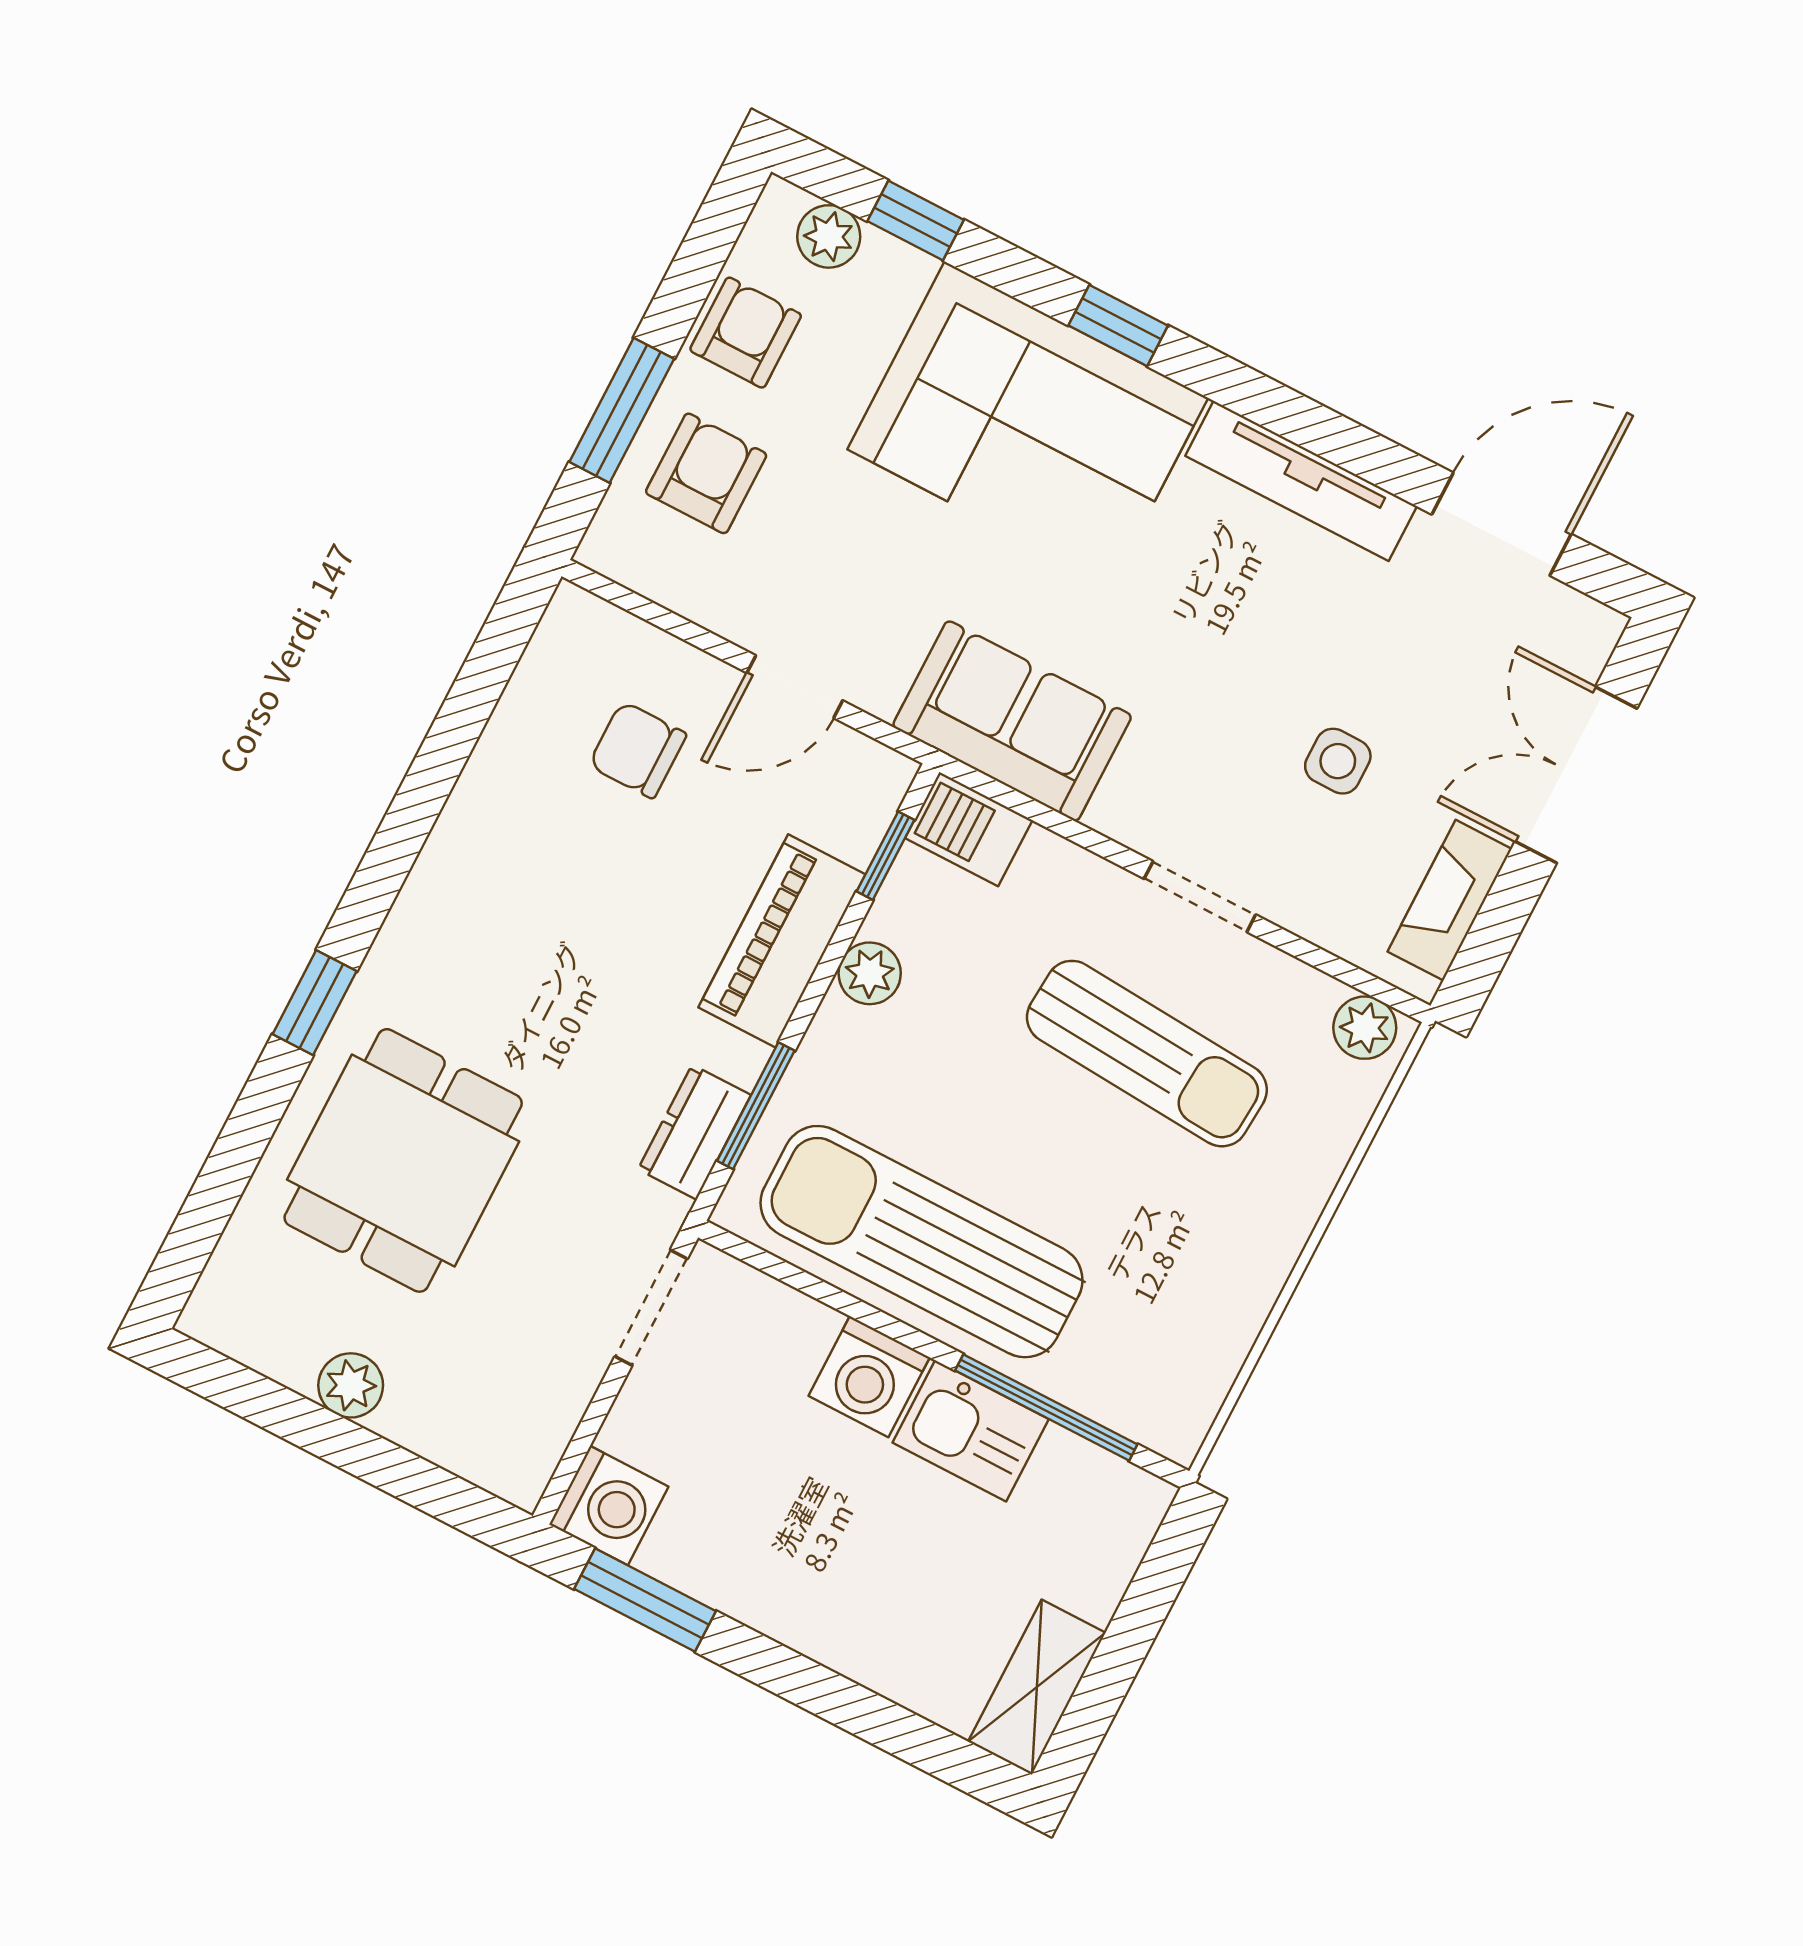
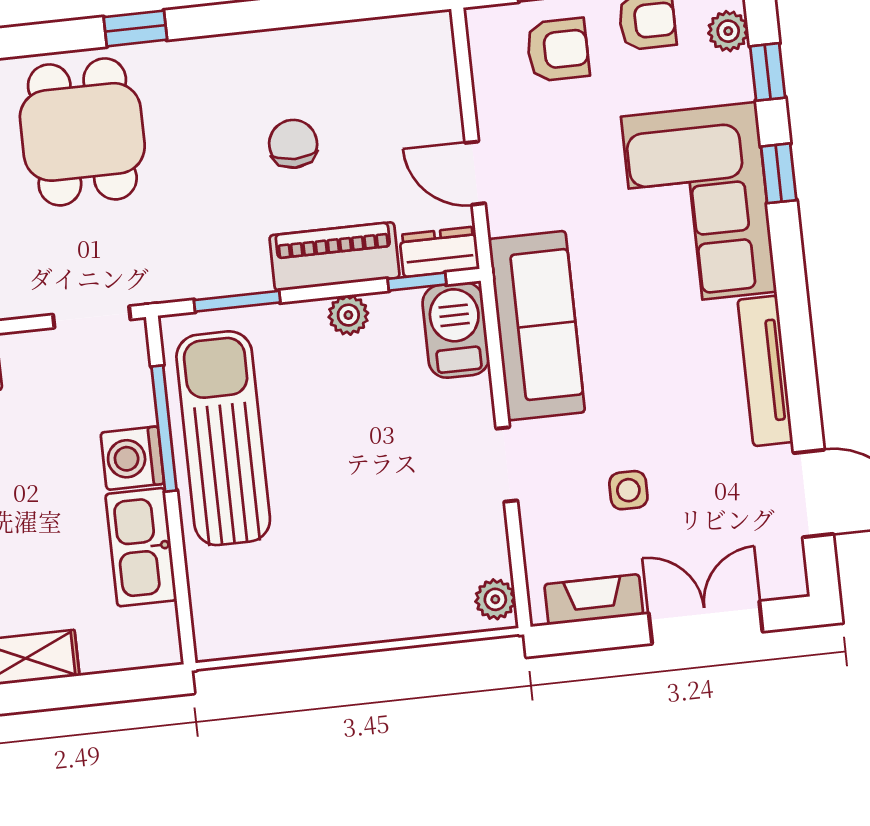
window: (1118, 325) -> (779, 173), moved
sofa: (1012, 721) -> (537, 326), width x1.36
chair: (638, 750) -> (293, 144), moved
barbecue: (969, 829) -> (456, 330), width x1.38, depth x1.27
sun lounger: (1147, 1054) -> (404, 492), removed
dresser: (694, 1132) -> (439, 252), moved
dining table: (403, 1160) -> (82, 132), turned 90
window: (1046, 1407) -> (164, 428), moved
kitchen sink: (971, 1431) -> (141, 547), width x1.38

